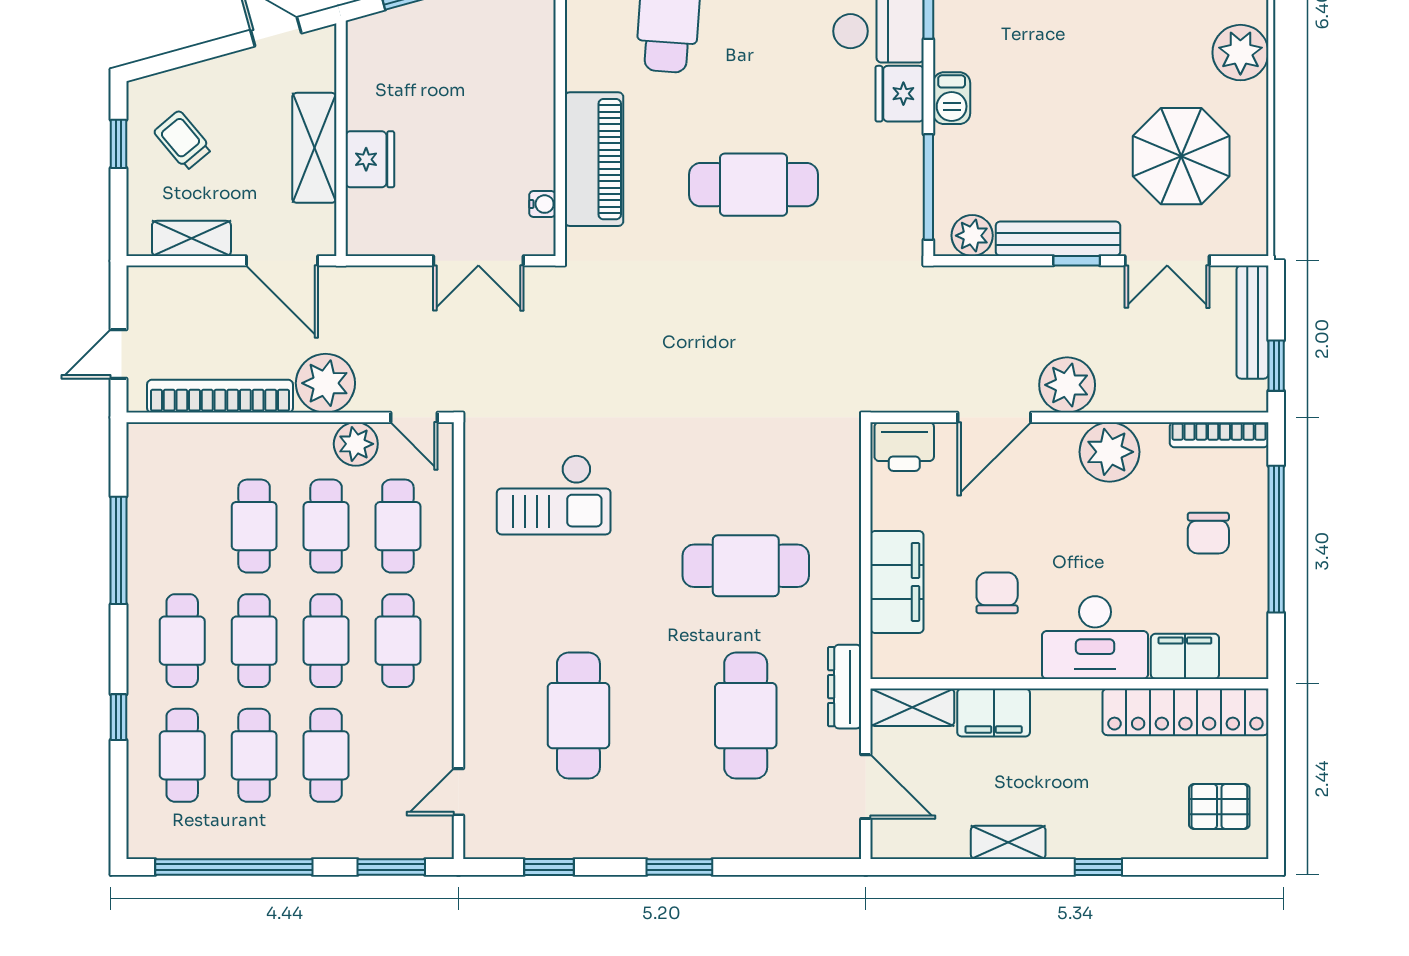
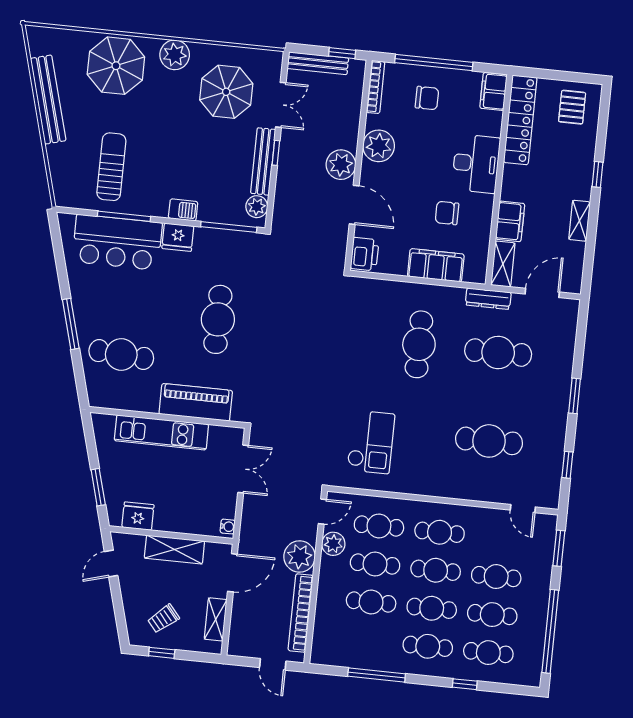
kitchen unit: (531, 101) -> (161, 432), added
fridge: (370, 159) -> (138, 516), moved
water cooler: (542, 204) -> (228, 527), moved, turned 90
filing cabinet: (1185, 656) -> (493, 91), moved

